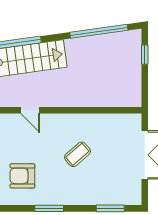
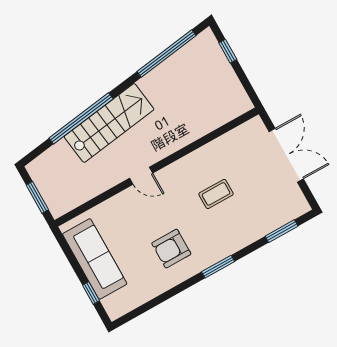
coffee table: (77, 154) -> (216, 194), turned 41

